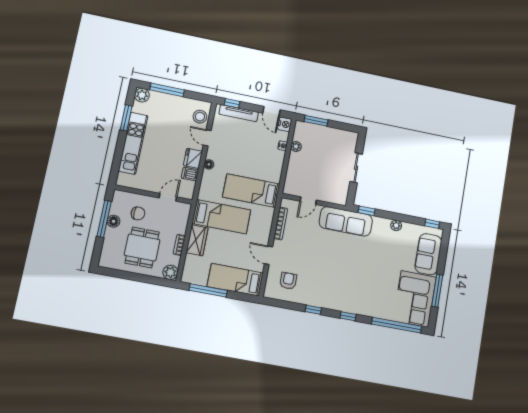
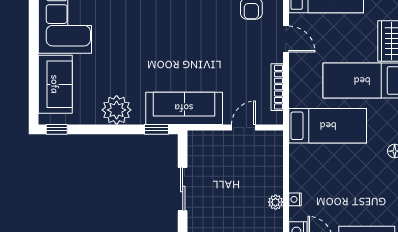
plant: (396, 225) -> (117, 110), width x1.88, depth x1.88
window: (437, 291) -> (34, 34), removed

